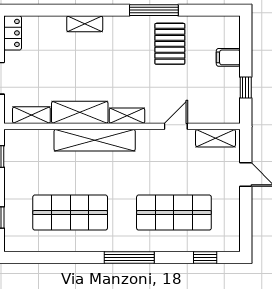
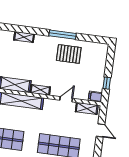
pallet: (170, 44) -> (69, 54), turned 90
filing cabinet: (228, 57) -> (95, 97), moved

